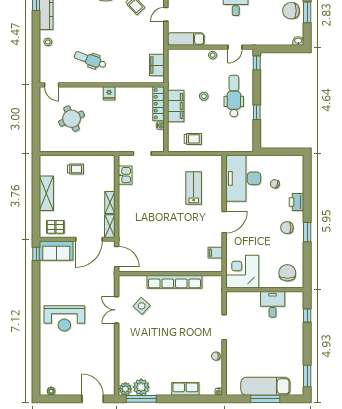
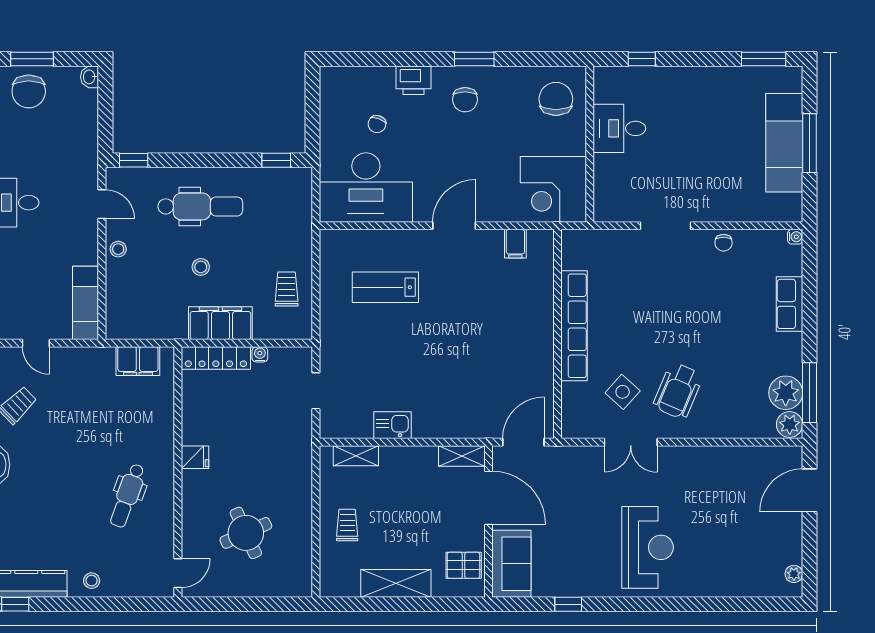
dental chair: (234, 96) -> (200, 206), turned 180
window: (257, 112) -> (276, 160), moved
kitchen sink: (125, 175) -> (393, 425), moved
shelving: (110, 202) -> (356, 456), moved
door: (224, 222) -> (454, 226), hinge flipped
pallet: (55, 227) -> (464, 565), turned 90
window: (36, 254) -> (568, 604), moved
chair: (287, 273) -> (556, 99), turned 90
wheelchair: (142, 333) -> (678, 391), added

